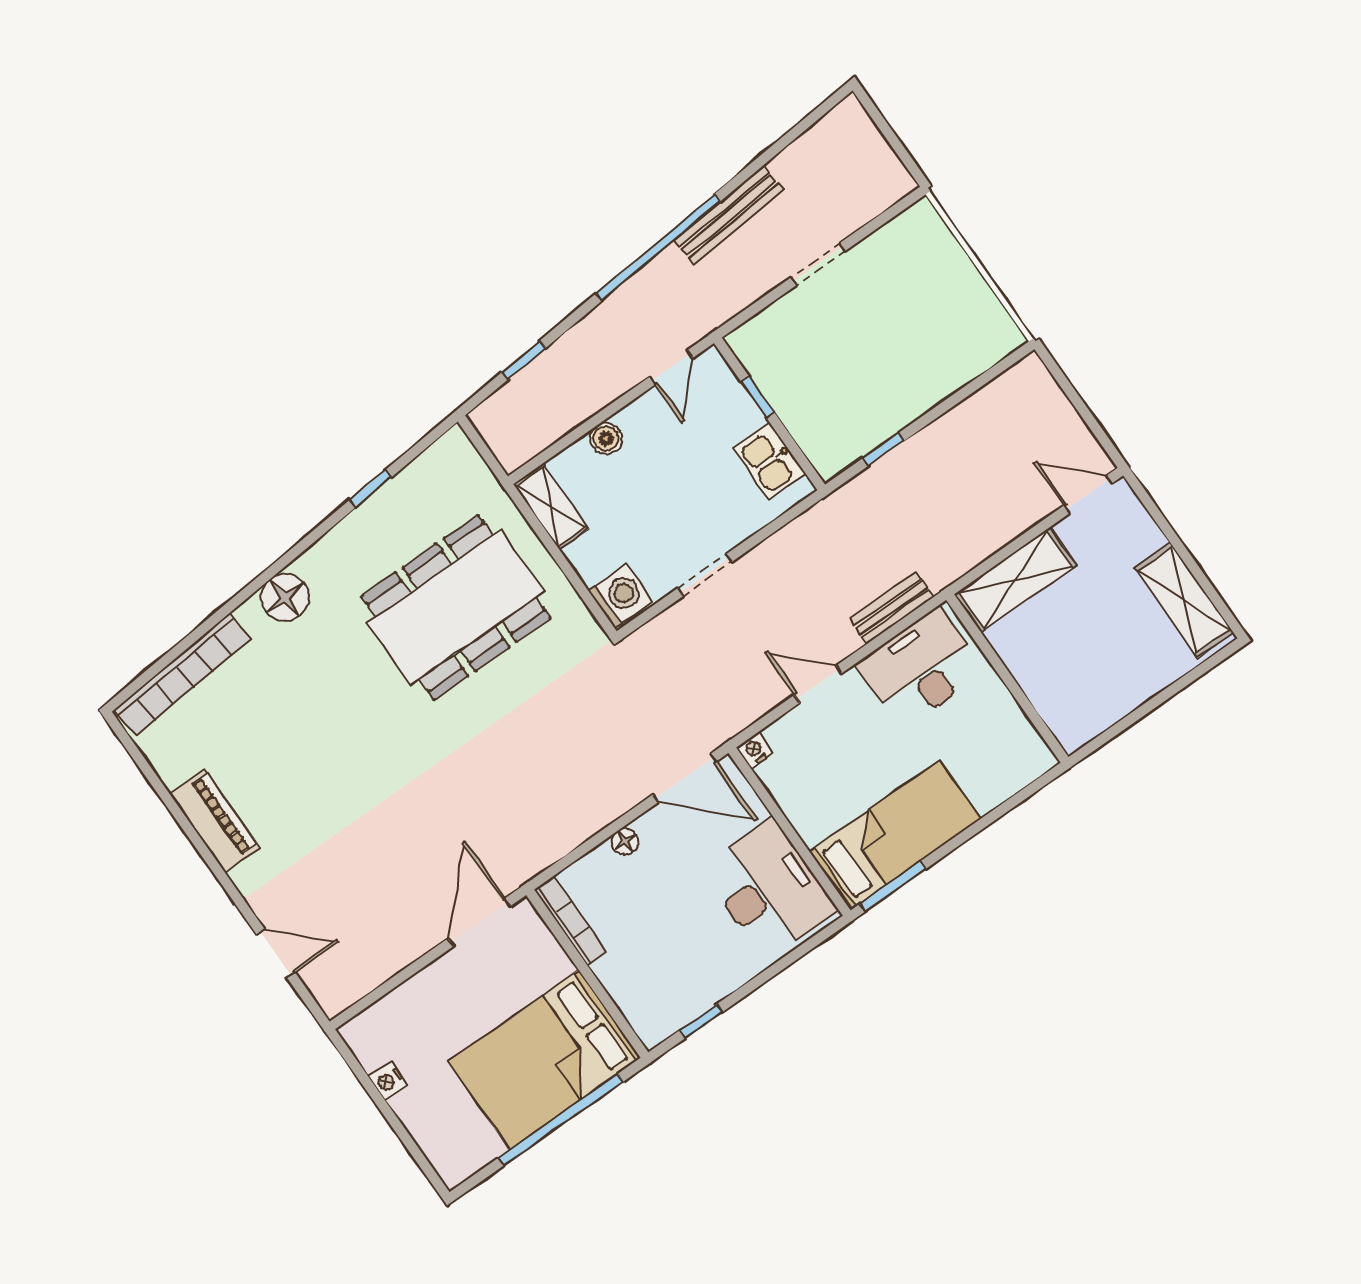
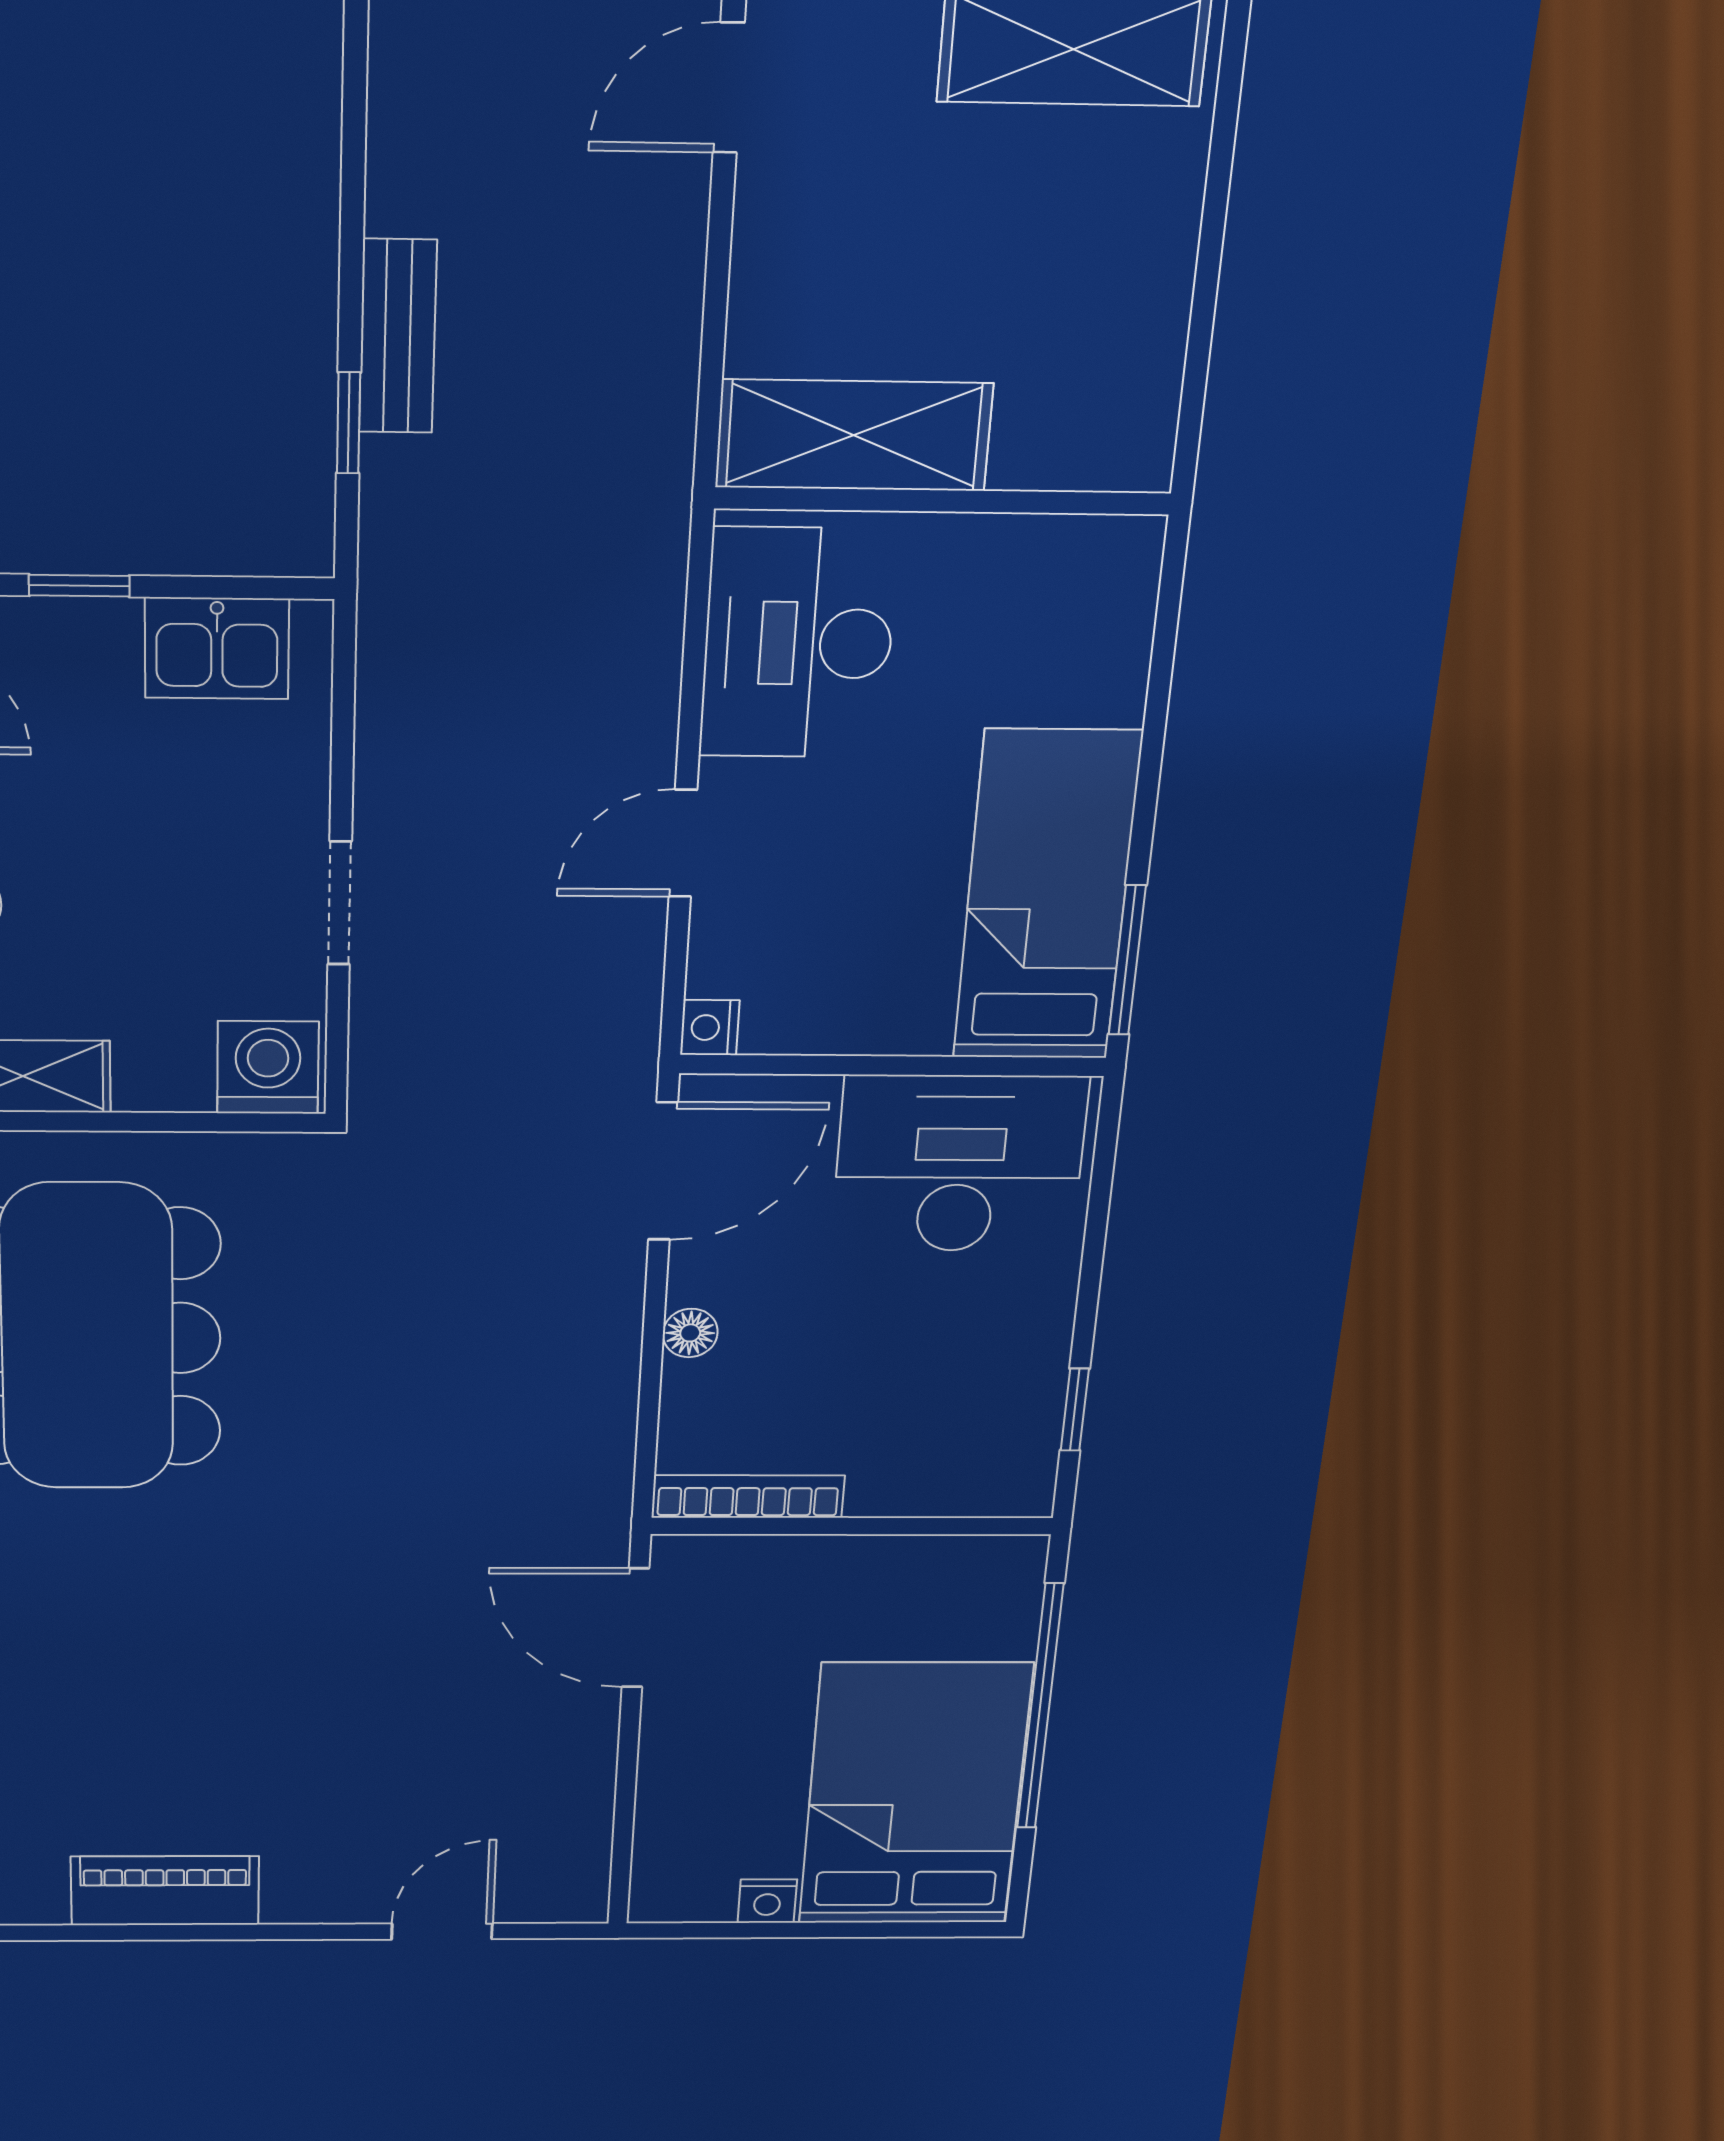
shelving: (1015, 580) -> (854, 435), moved, turned 90
bench: (892, 608) -> (398, 336), moved
bed: (545, 1060) -> (915, 1795), moved, turned 180

